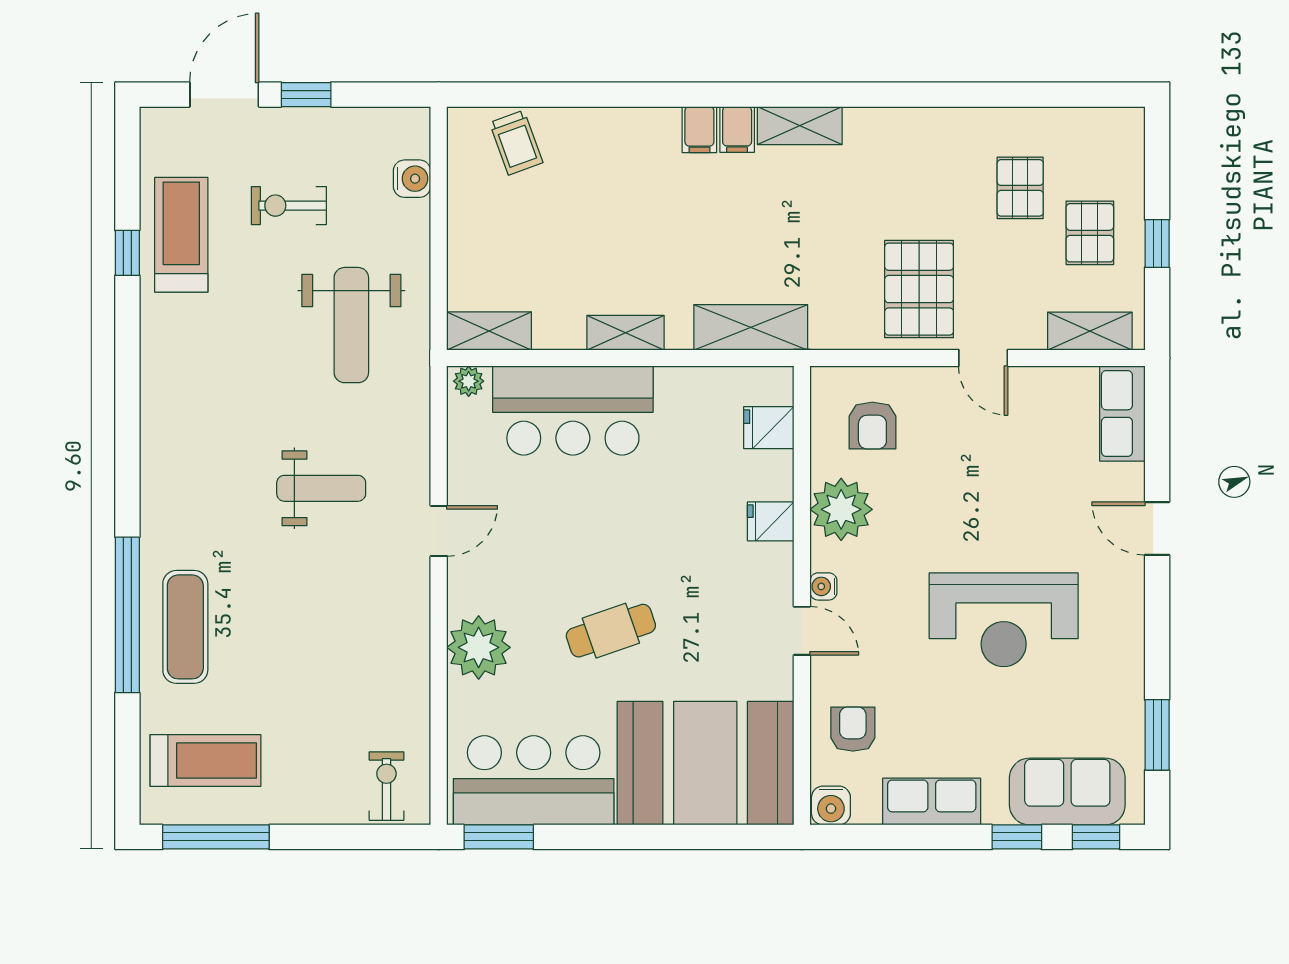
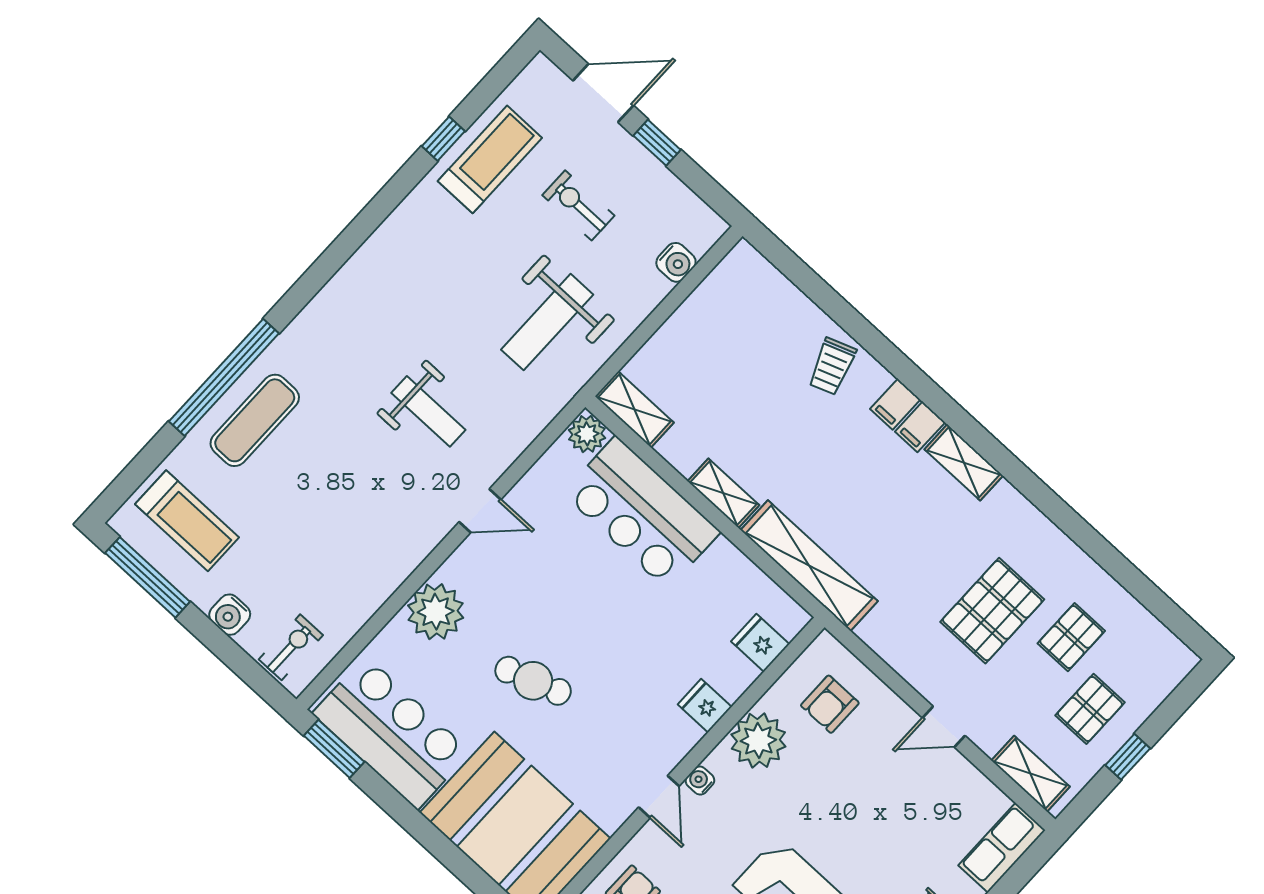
trolley: (516, 143) -> (832, 366), moved
pallet: (919, 289) -> (992, 611), moved
shelving: (751, 327) -> (809, 566), width x1.47
door: (983, 358) -> (944, 727), hinge flipped
plant: (469, 381) -> (587, 434), width x1.38, depth x1.38
water cooler: (312, 805) -> (230, 615), added

